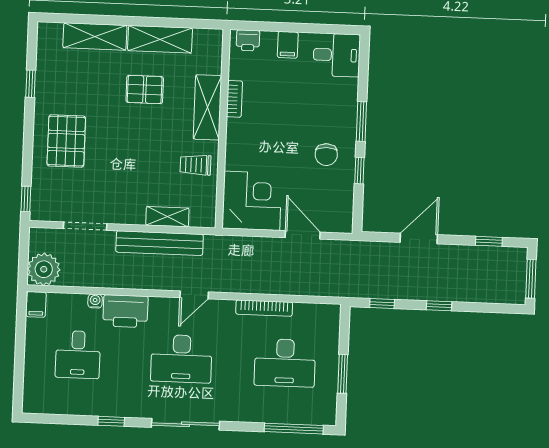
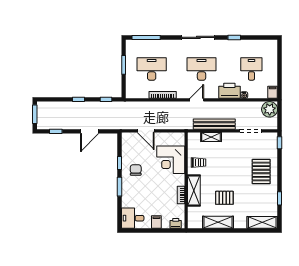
shelving: (95, 37) -> (262, 222), moved
corner desk: (252, 201) -> (171, 160), moved

